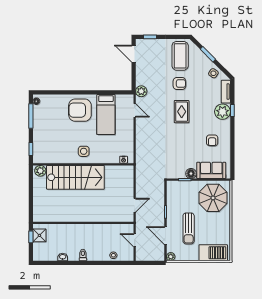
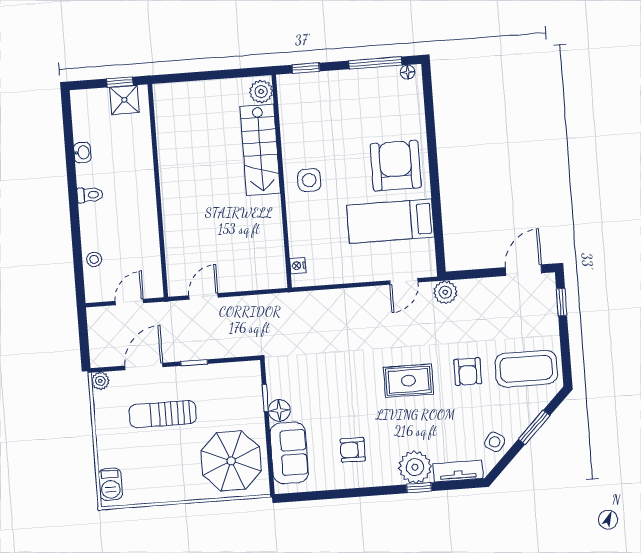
stairs: (75, 177) -> (260, 150), width x0.73, depth x0.66
door: (135, 205) -> (203, 296), swing flipped
barbecue: (213, 253) -> (110, 484), width x0.53, depth x0.65

